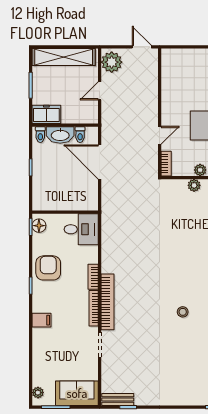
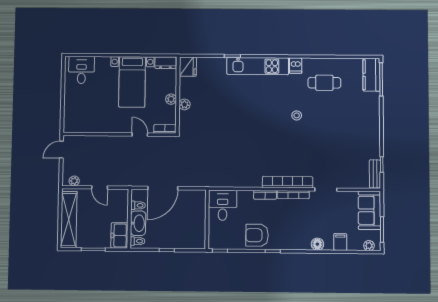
plant: (112, 62) -> (74, 181), width x0.53, depth x0.53
floor lamp: (39, 226) -> (317, 244), moved
filing cabinet: (42, 320) -> (340, 242), moved

